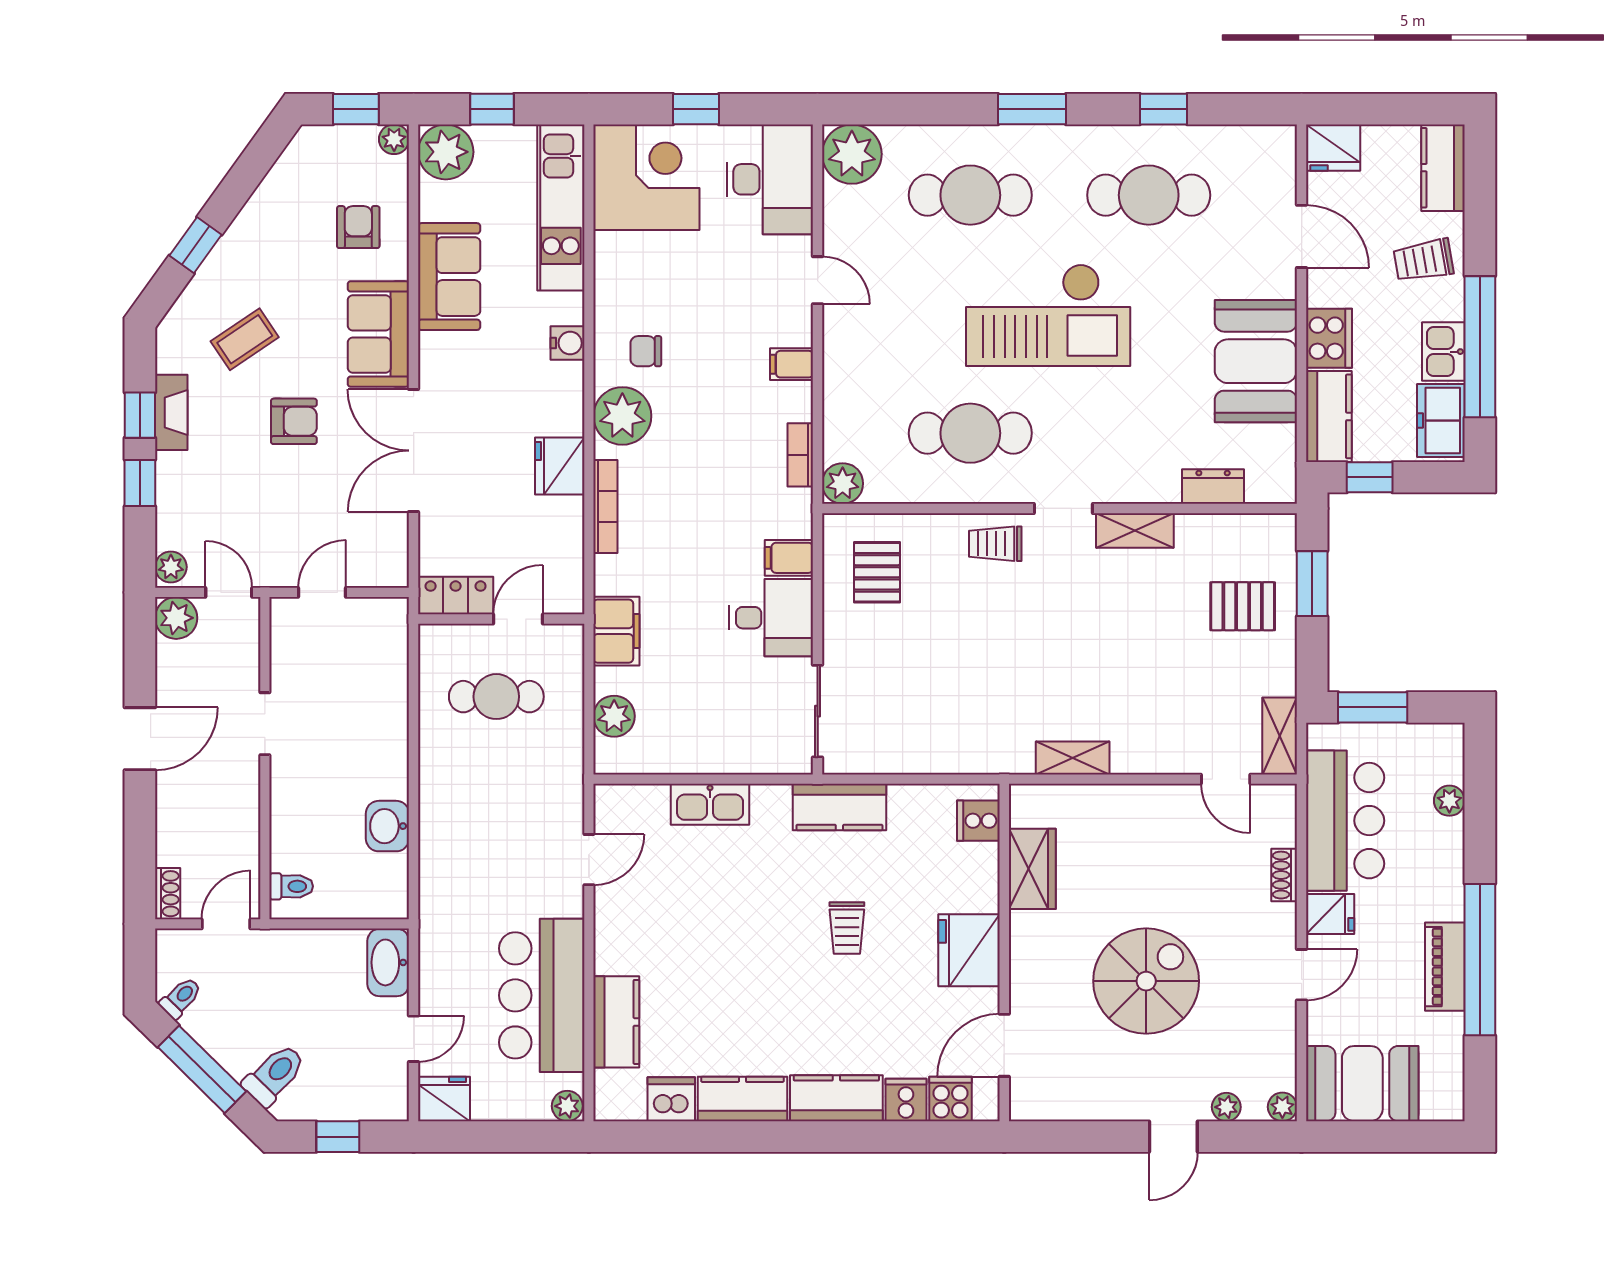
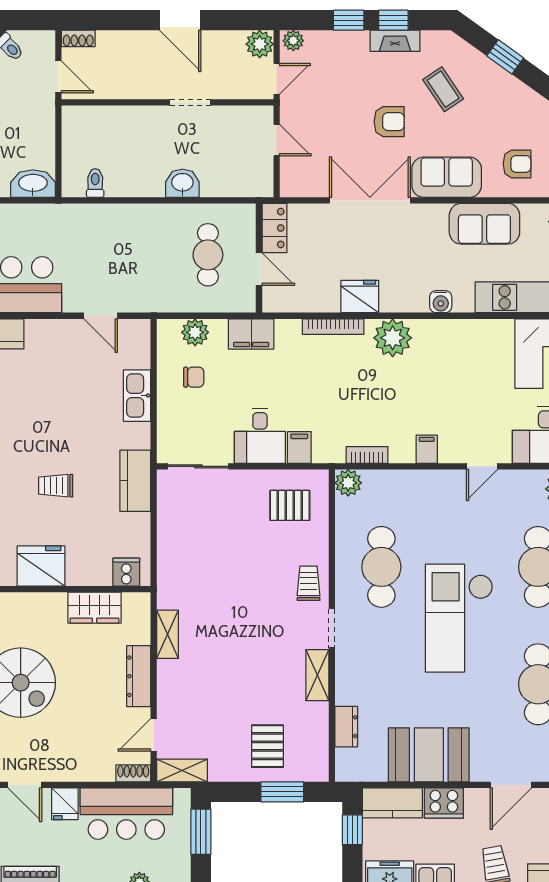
chair: (646, 351) -> (194, 377), moved, turned 90
armchair: (294, 421) -> (389, 122), turned -90
dresser: (1136, 802) -> (139, 676), added
washbasin: (387, 826) -> (182, 183), moved
shoe rack: (1284, 875) -> (133, 773), moved
toilet: (291, 886) -> (95, 183), moved, turned 180

